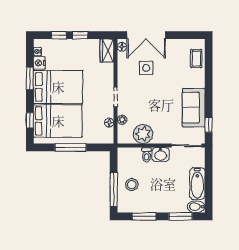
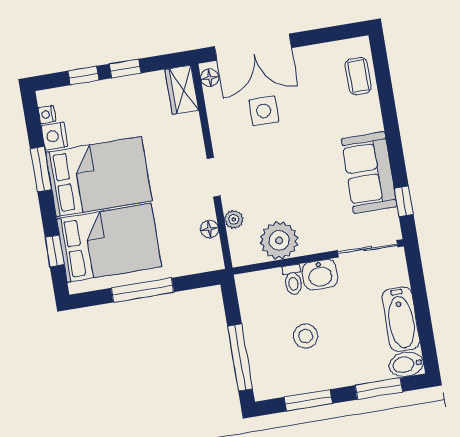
stool: (132, 185) -> (306, 336), moved

